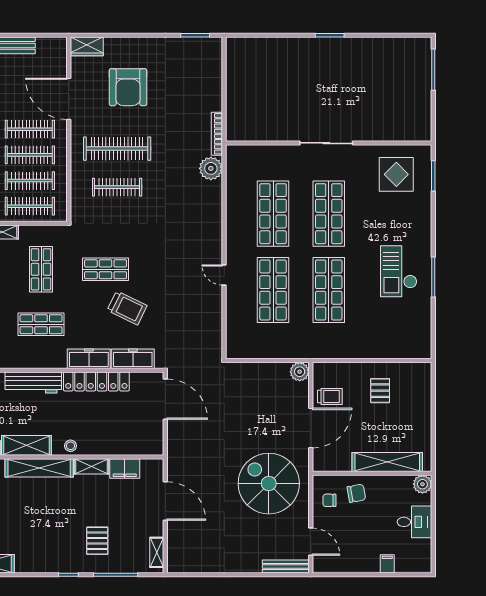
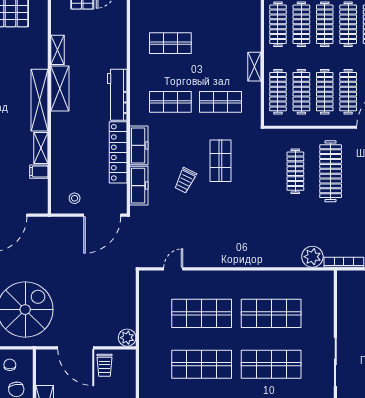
door: (224, 275) -> (173, 269), moved
trolley: (127, 308) -> (185, 180), width x0.73, depth x0.72
shop shelf: (41, 324) -> (170, 102), turned 90
stool: (71, 446) -> (75, 198), moved
filing cabinet: (125, 468) -> (39, 172), width x0.50

